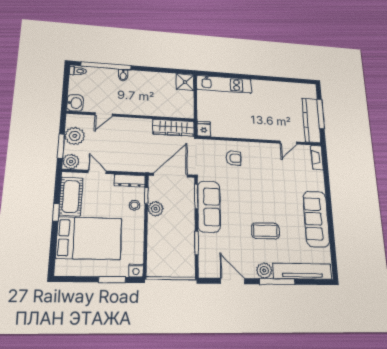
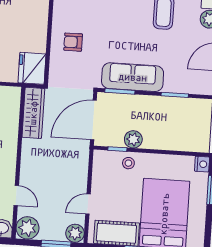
fridge: (204, 129) -> (32, 68), width x1.88, depth x1.34
plant: (75, 136) -> (27, 228), moved
armchair: (233, 158) -> (73, 42), turned -90
door: (170, 175) -> (93, 120), hinge flipped
dresser: (130, 181) -> (99, 168), removed

